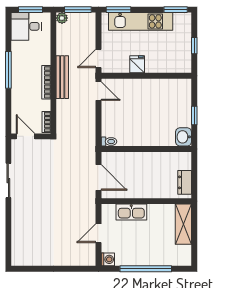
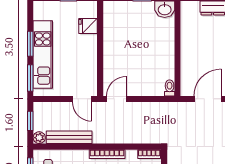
window: (78, 10) -> (30, 121), width x0.67
window: (176, 10) -> (30, 44), moved
fridge: (137, 64) -> (88, 26), moved
bench: (62, 77) -> (69, 137), moved

